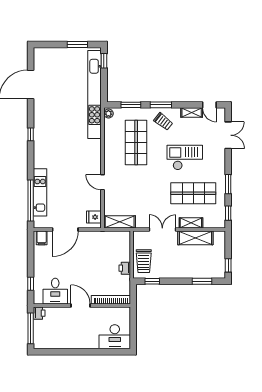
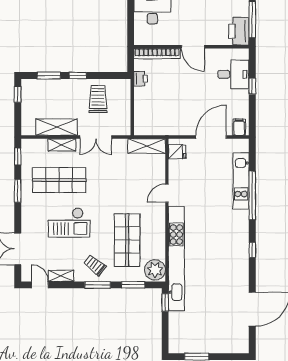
window: (104, 61) -> (165, 302), moved
kitchen unit: (94, 95) -> (176, 259), moved
plant: (108, 113) -> (155, 270), width x1.88, depth x1.88
door: (103, 182) -> (167, 193), swing flipped
window: (31, 200) -> (252, 195), moved
trolley: (144, 261) -> (98, 99), moved
printer: (125, 268) -> (141, 79), moved
window: (152, 281) -> (78, 76), moved
window: (31, 284) -> (252, 86), moved
desk: (55, 291) -> (233, 74), moved, turned 90
printer: (39, 313) -> (239, 31), width x1.87, depth x1.48

